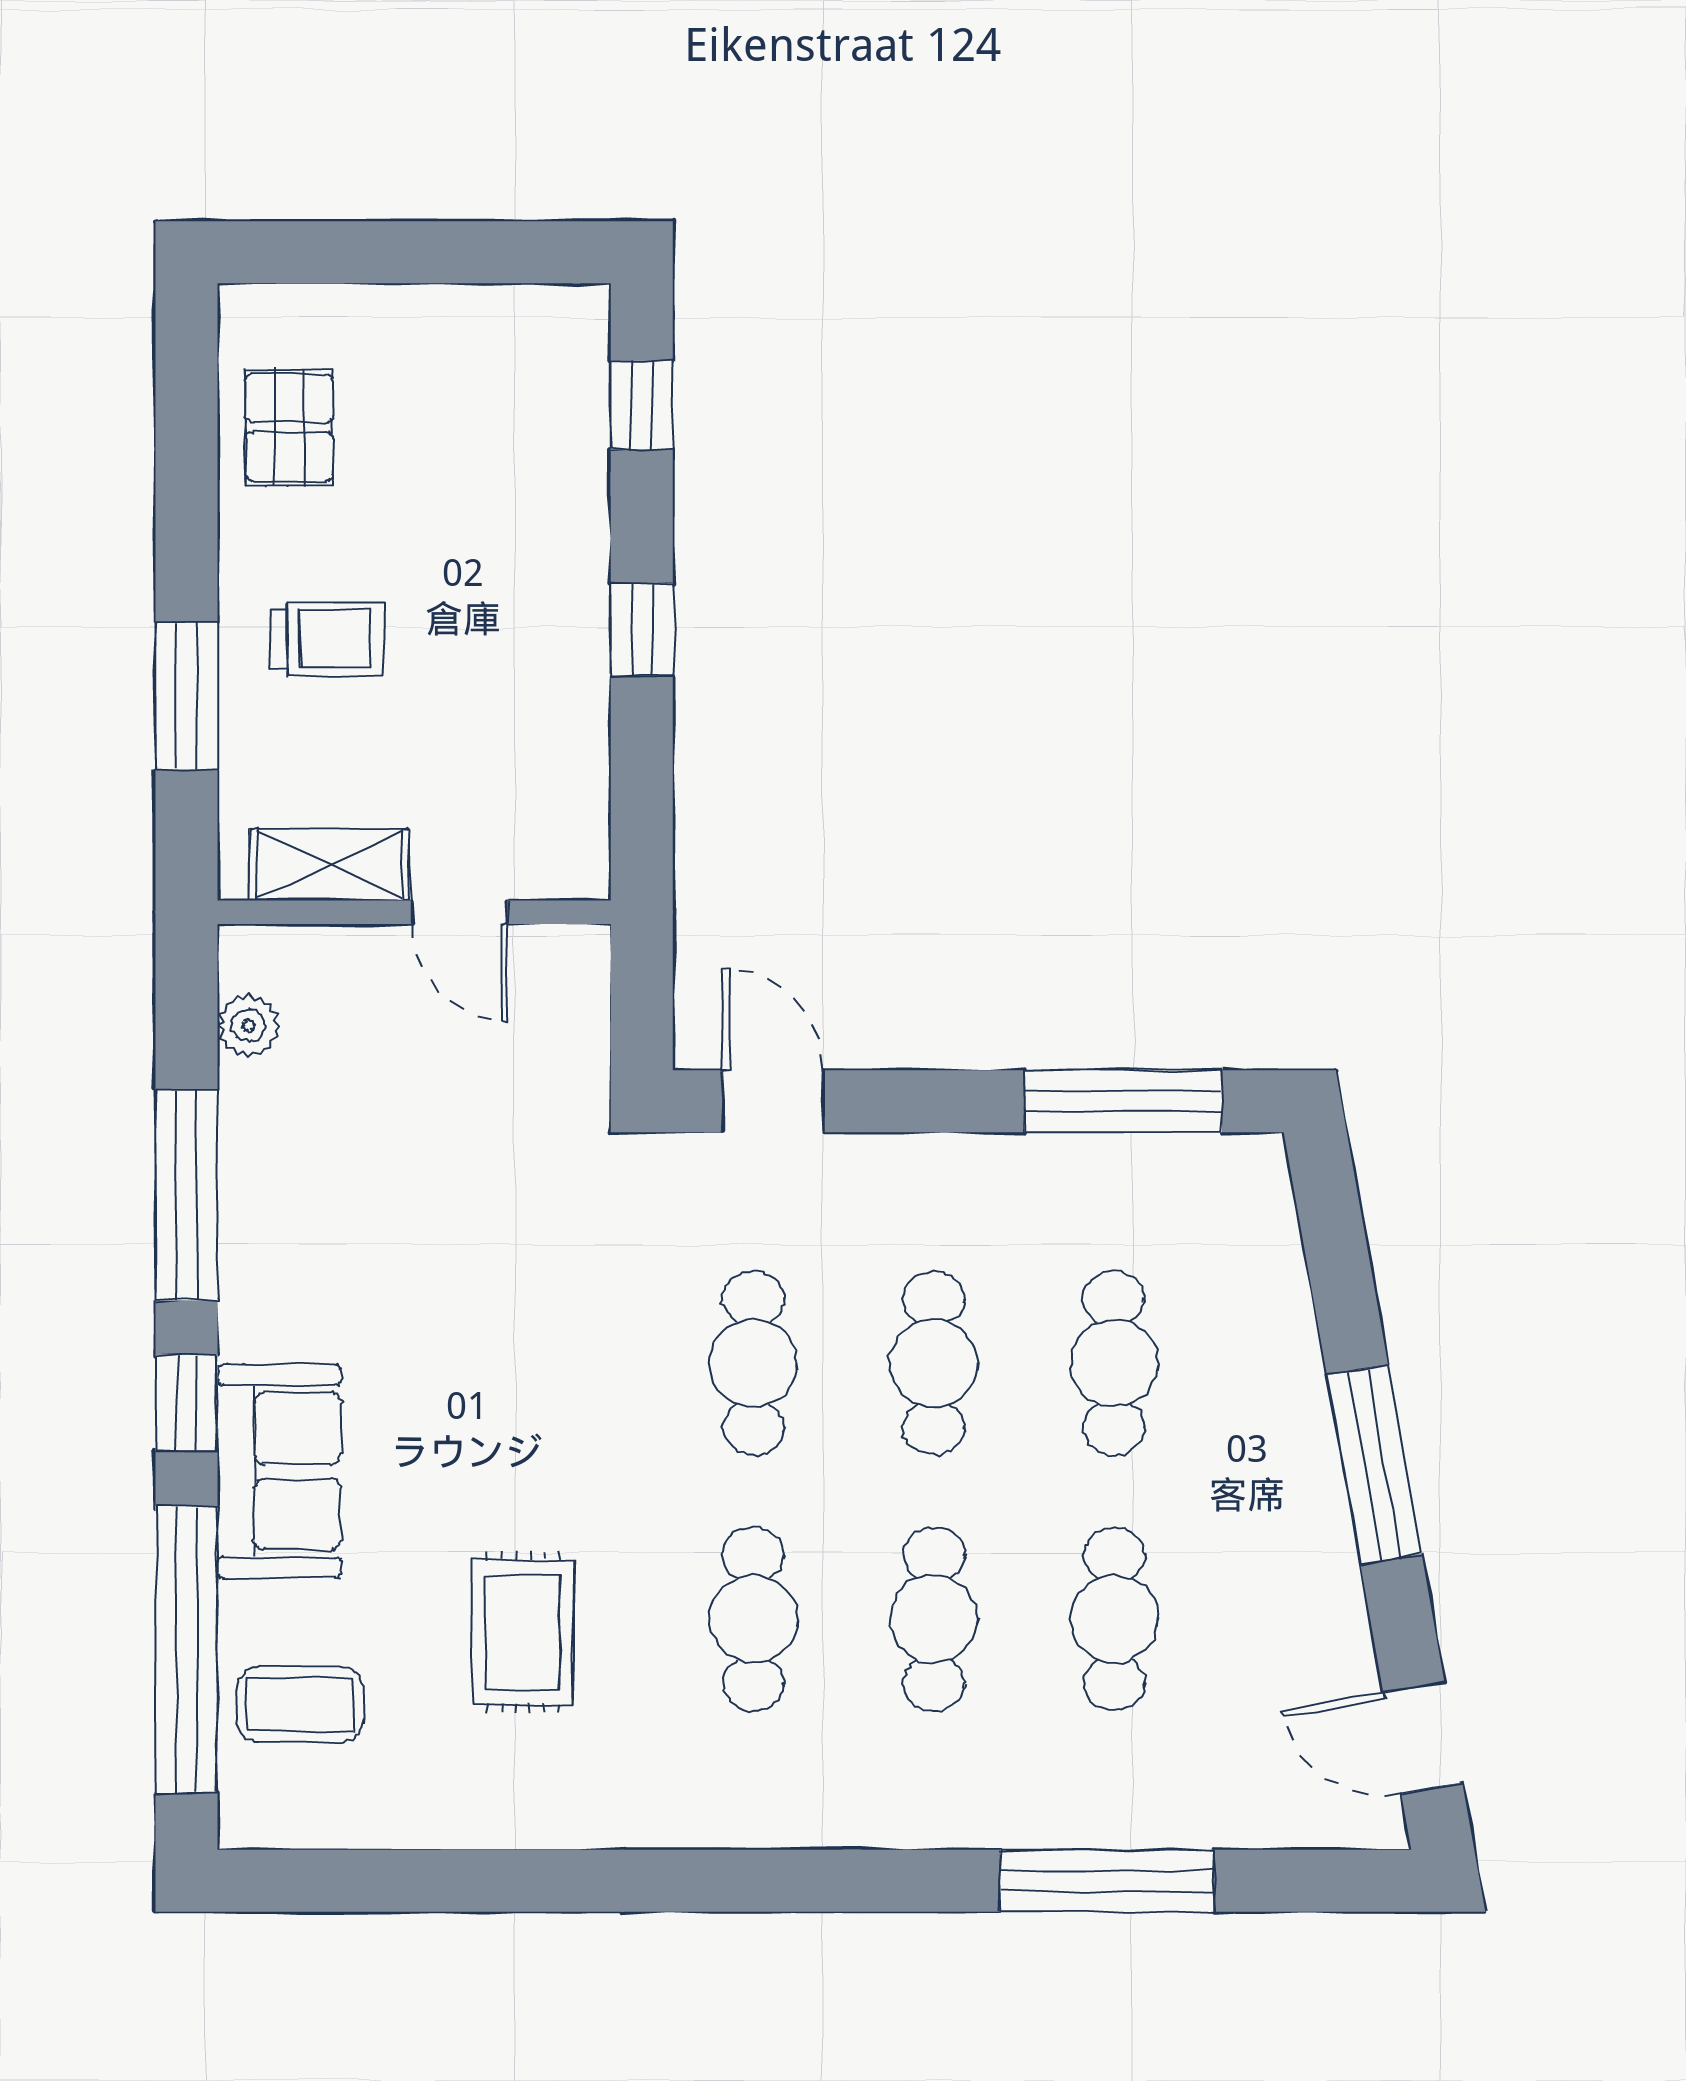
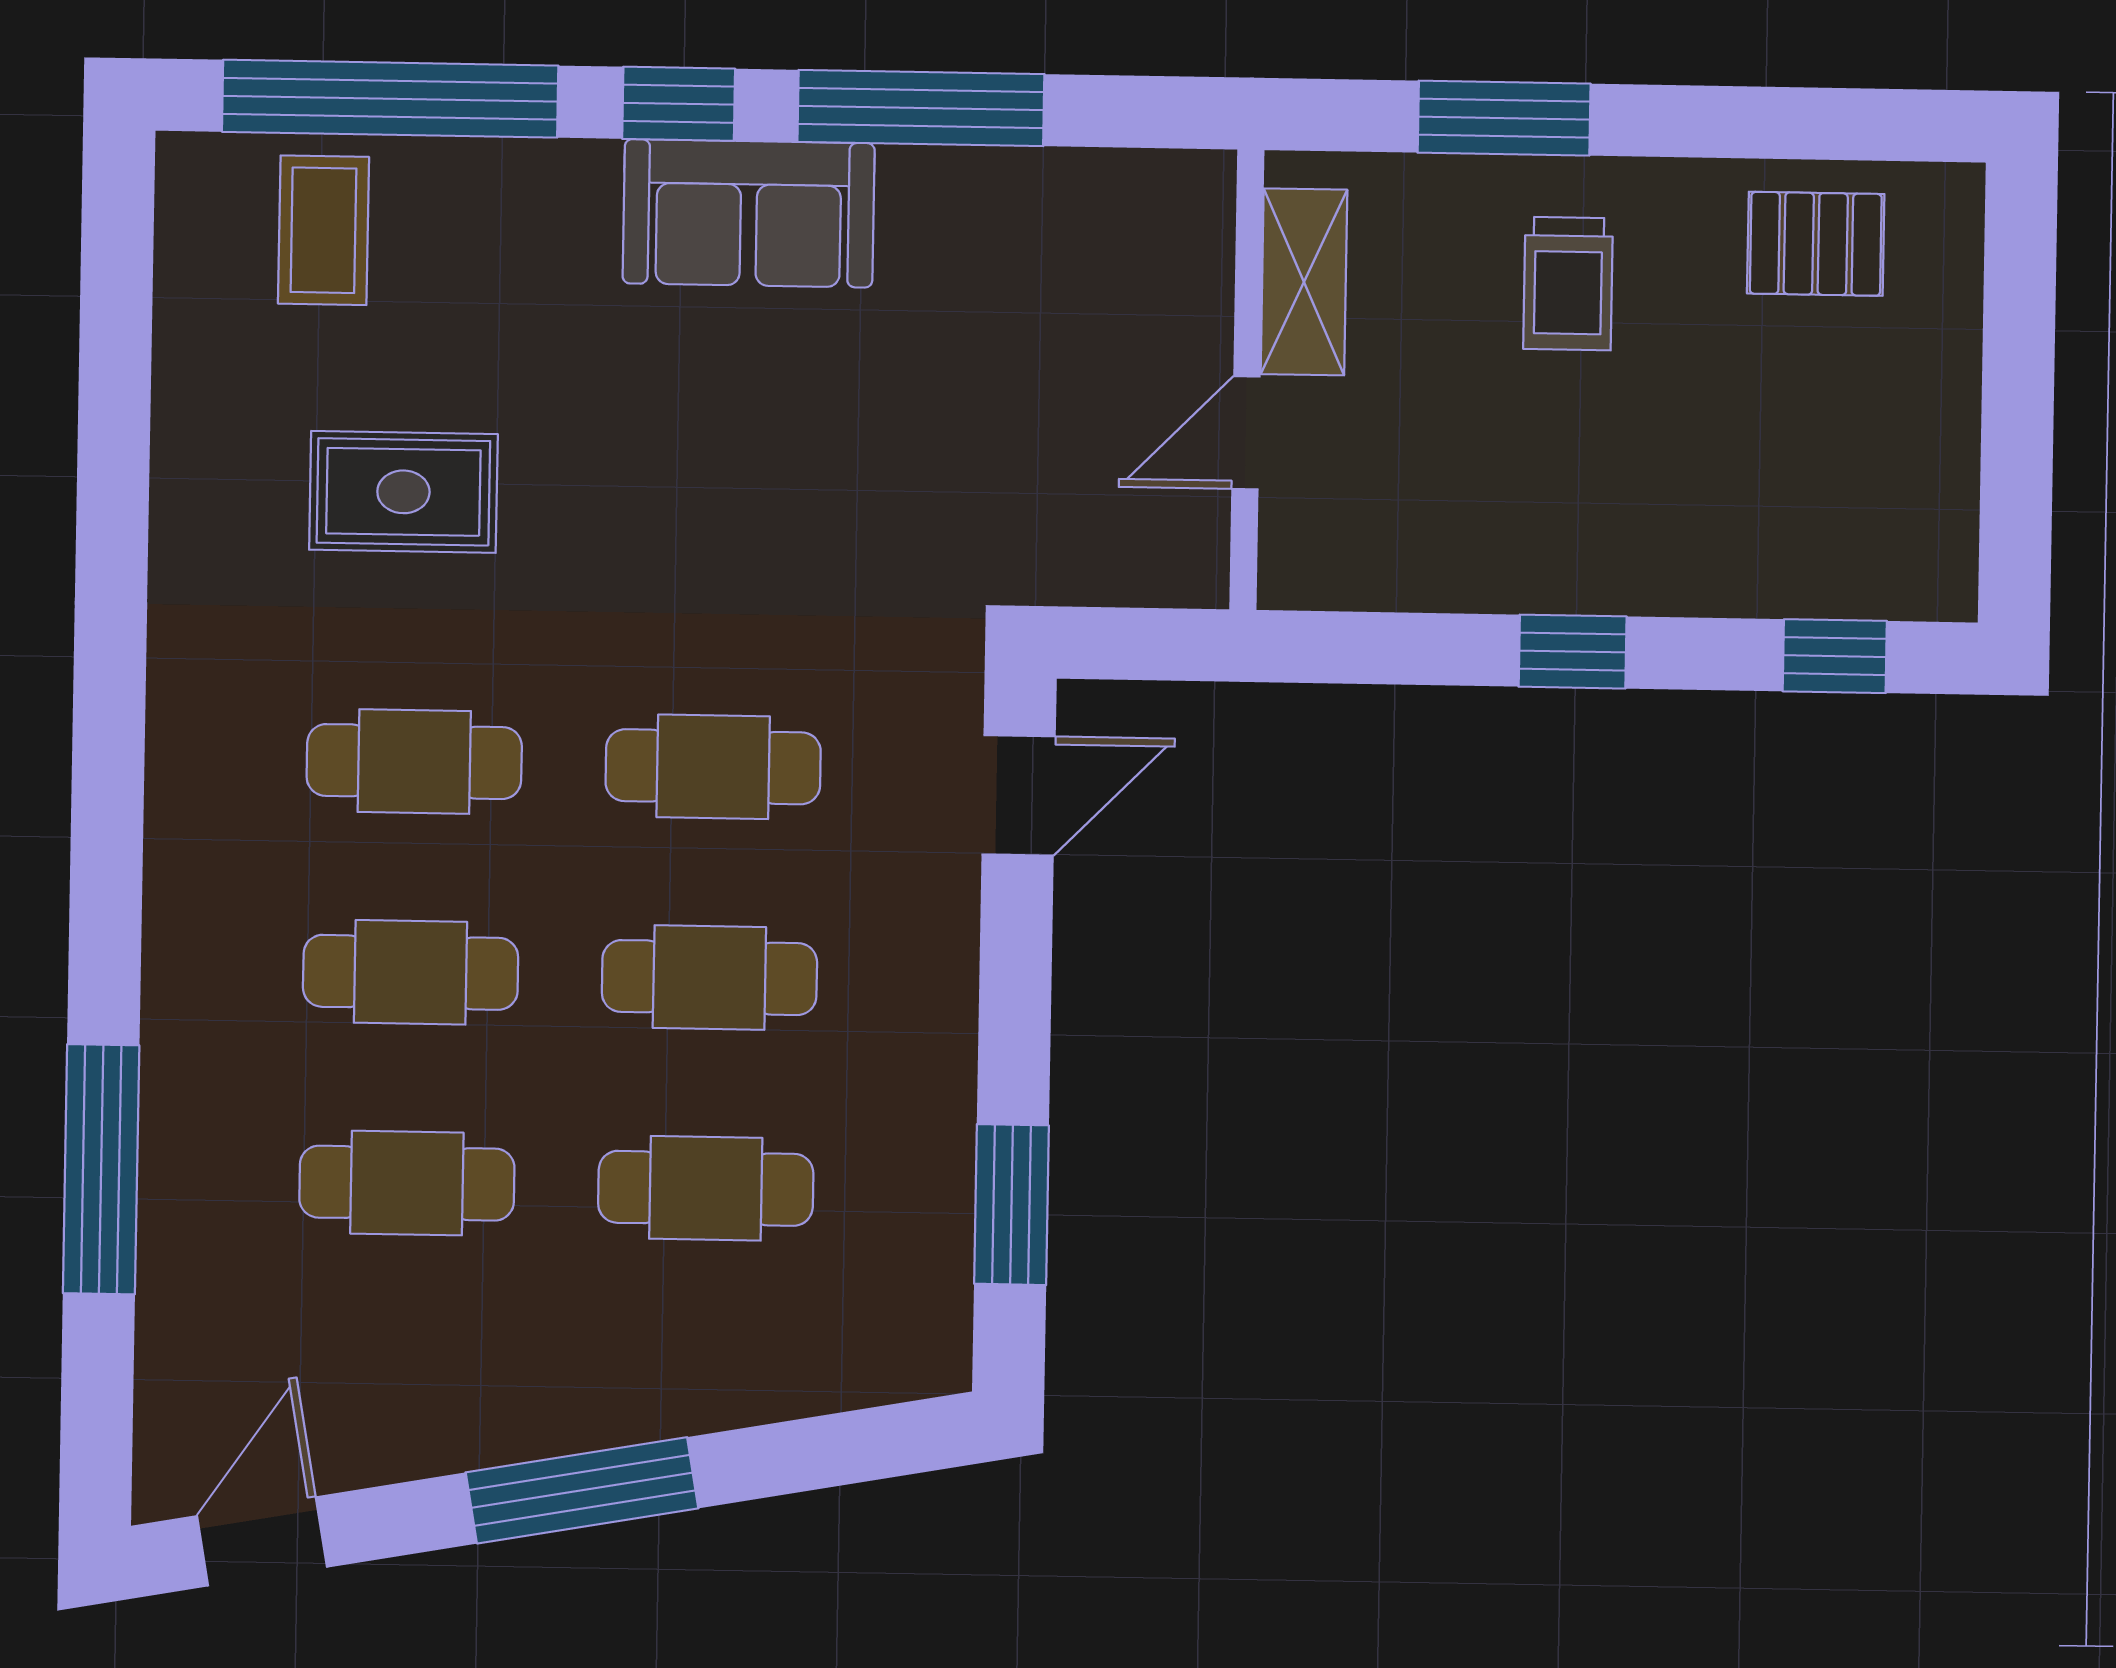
plant: (249, 1026) -> (1118, 184), removed
window: (1123, 1101) -> (1011, 1205), width x0.69
sofa: (279, 1471) -> (749, 213), moved

